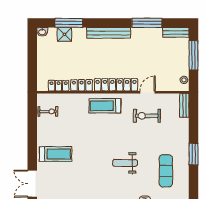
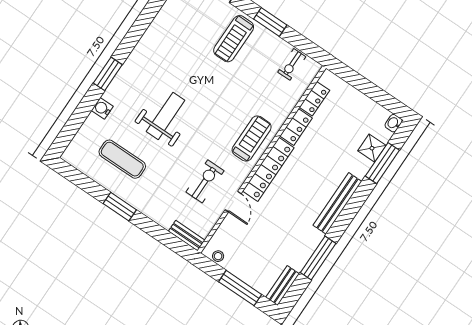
window: (32, 140) -> (270, 22), added
weight bench: (125, 163) -> (166, 116), width x1.36, depth x1.33

